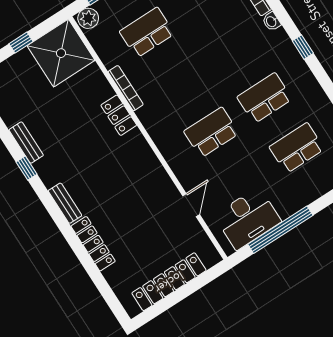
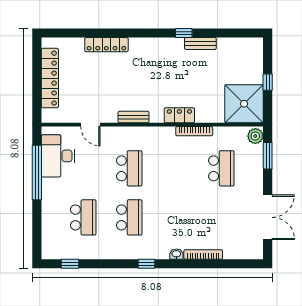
bench: (65, 203) -> (134, 117), moved

